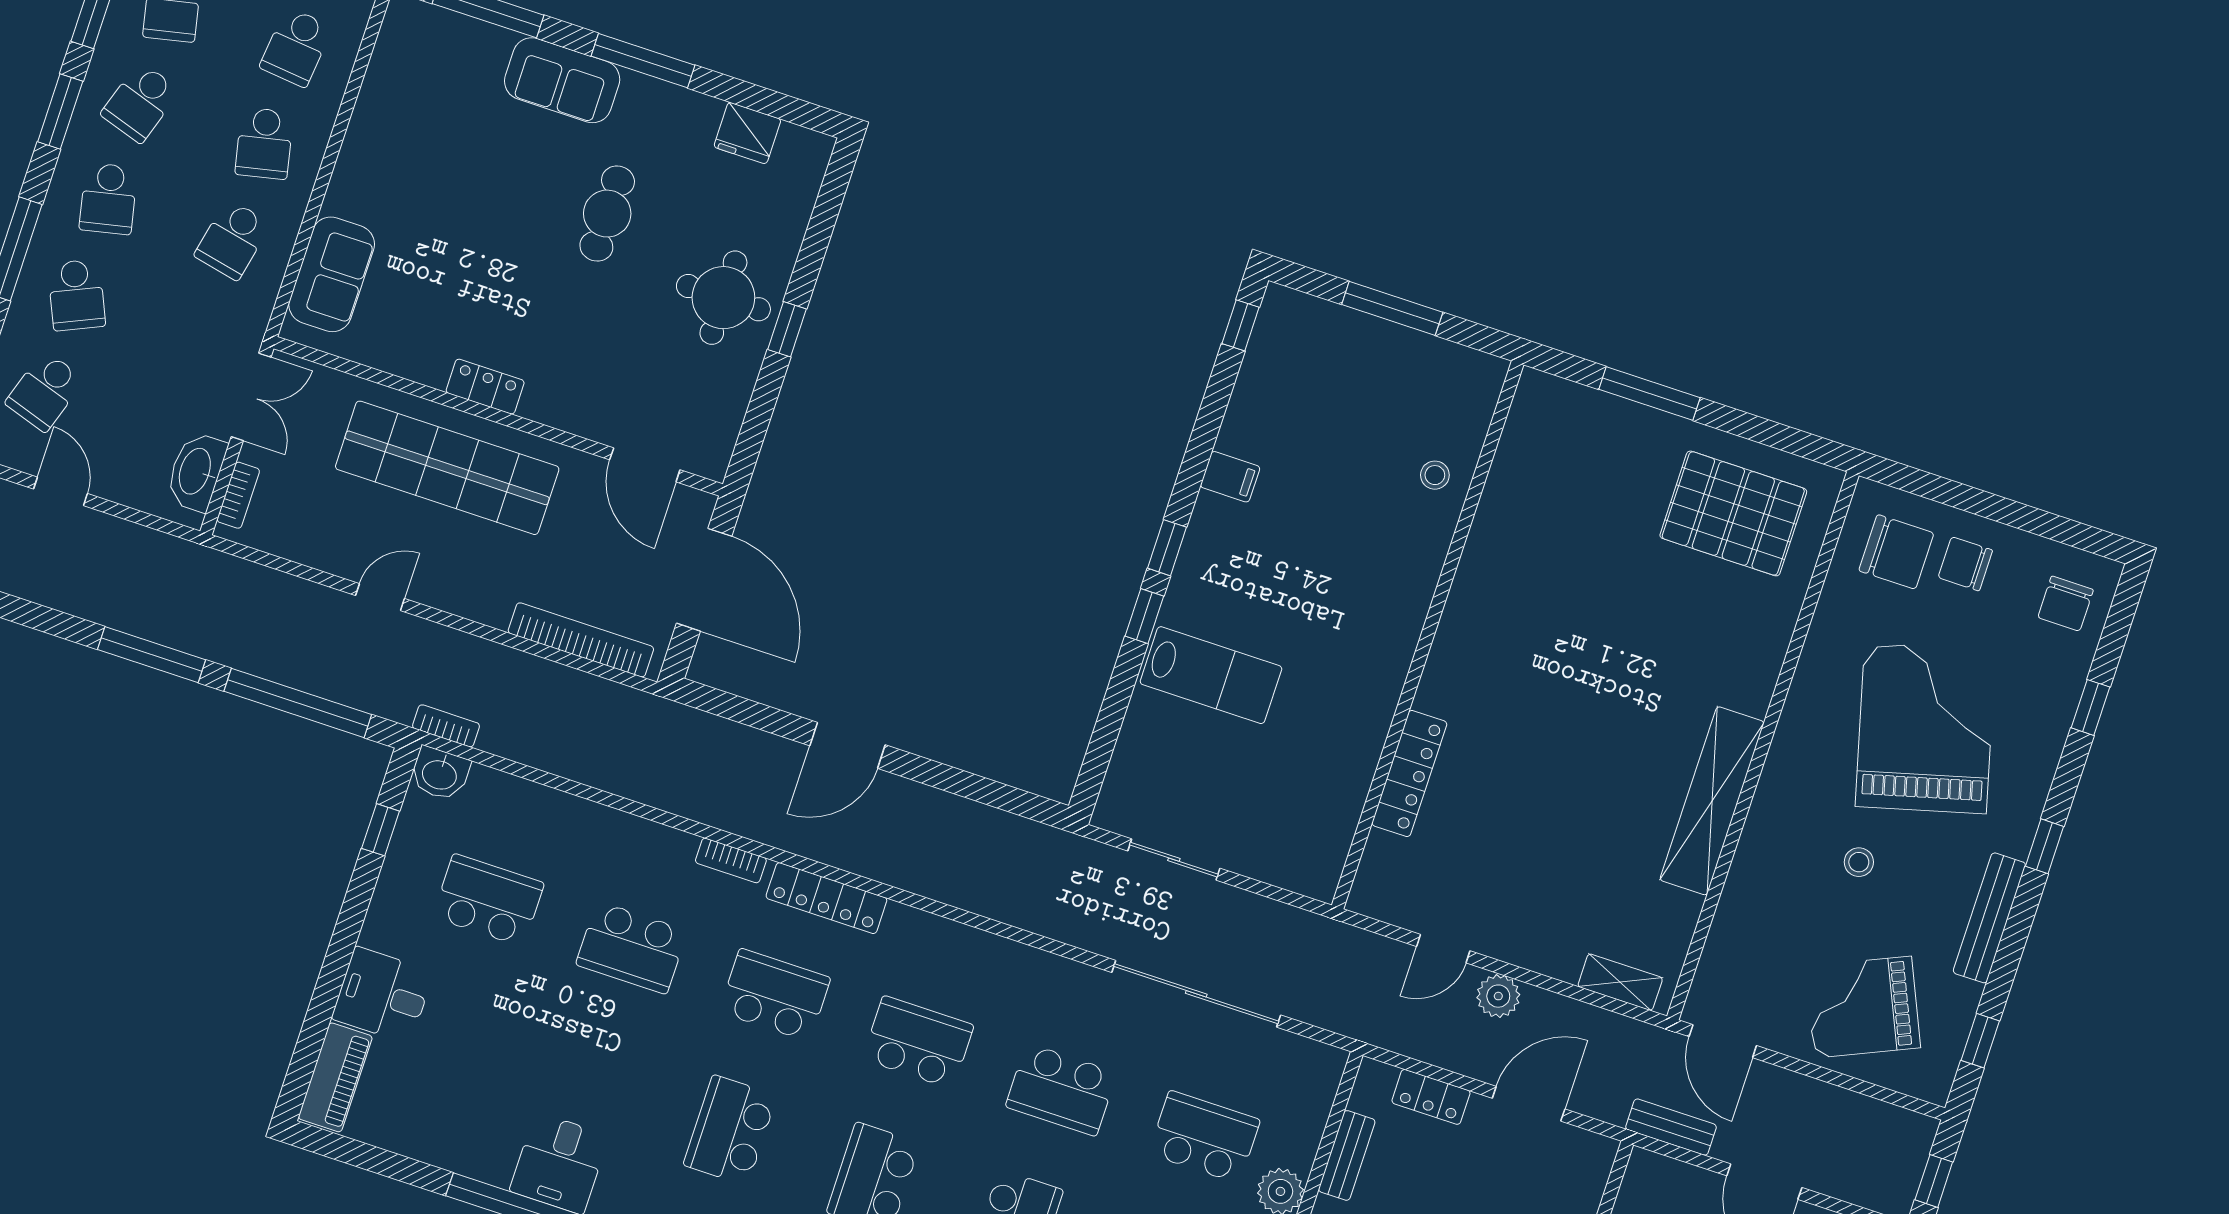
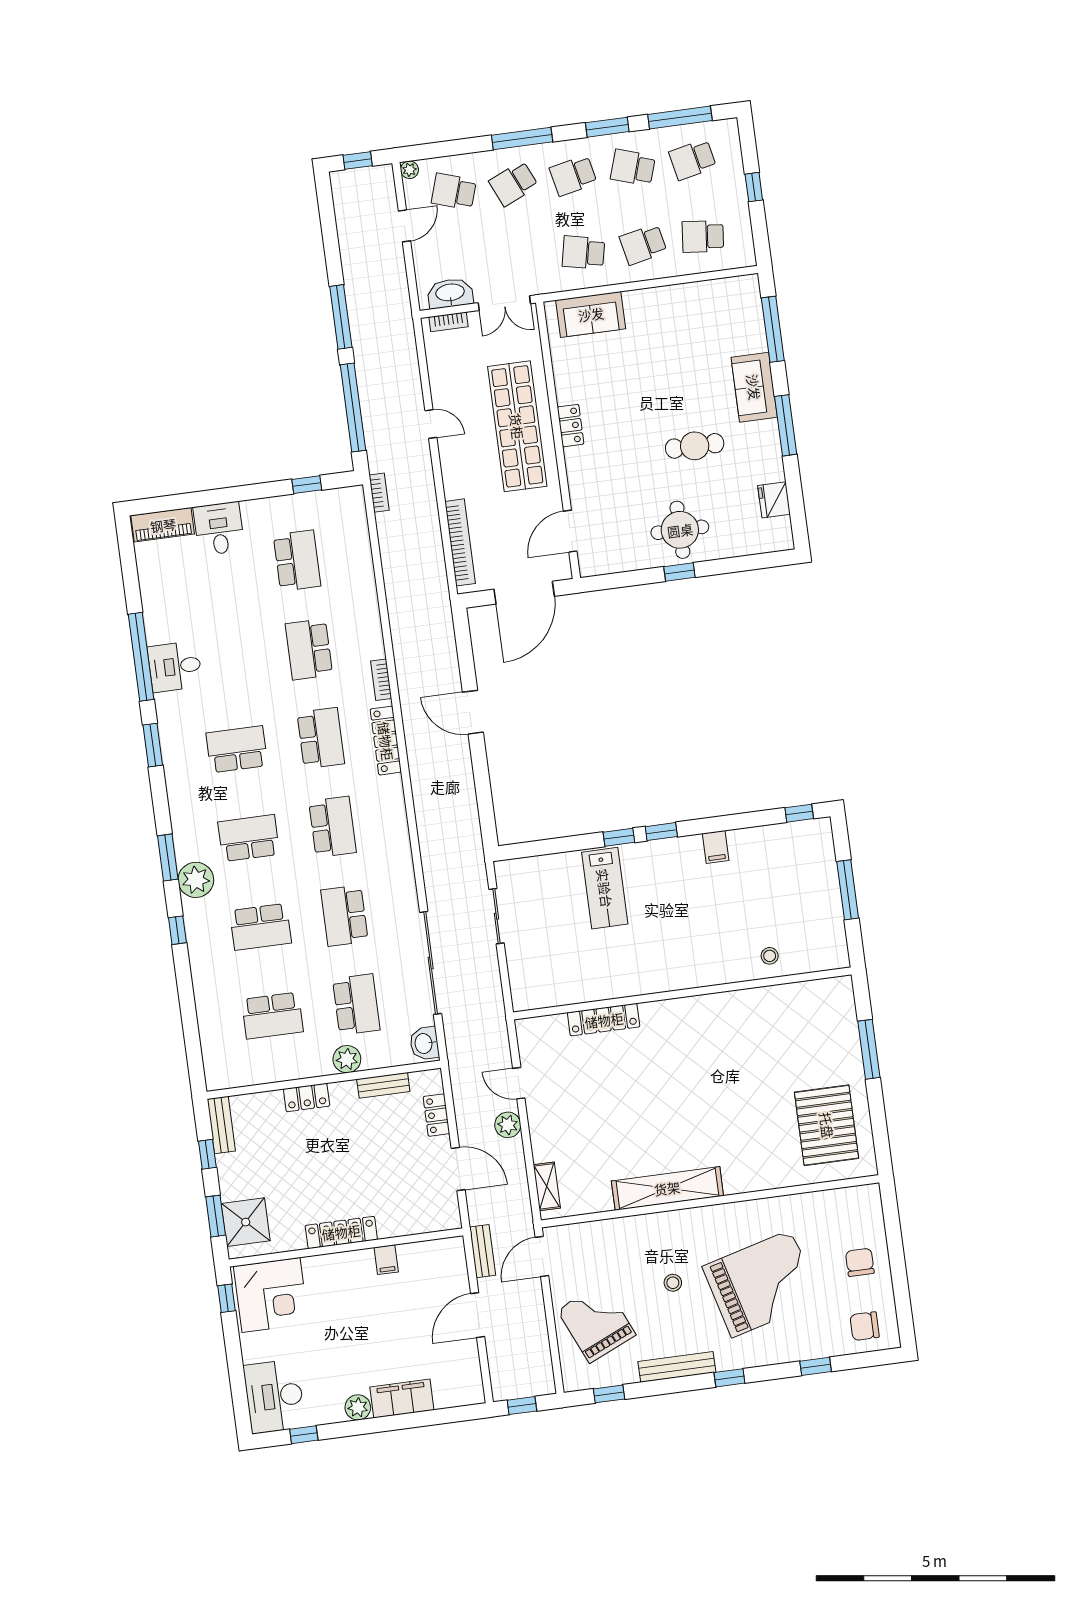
chair: (1896, 552) -> (848, 1222), removed
washbasin: (440, 774) -> (424, 1043), moved

